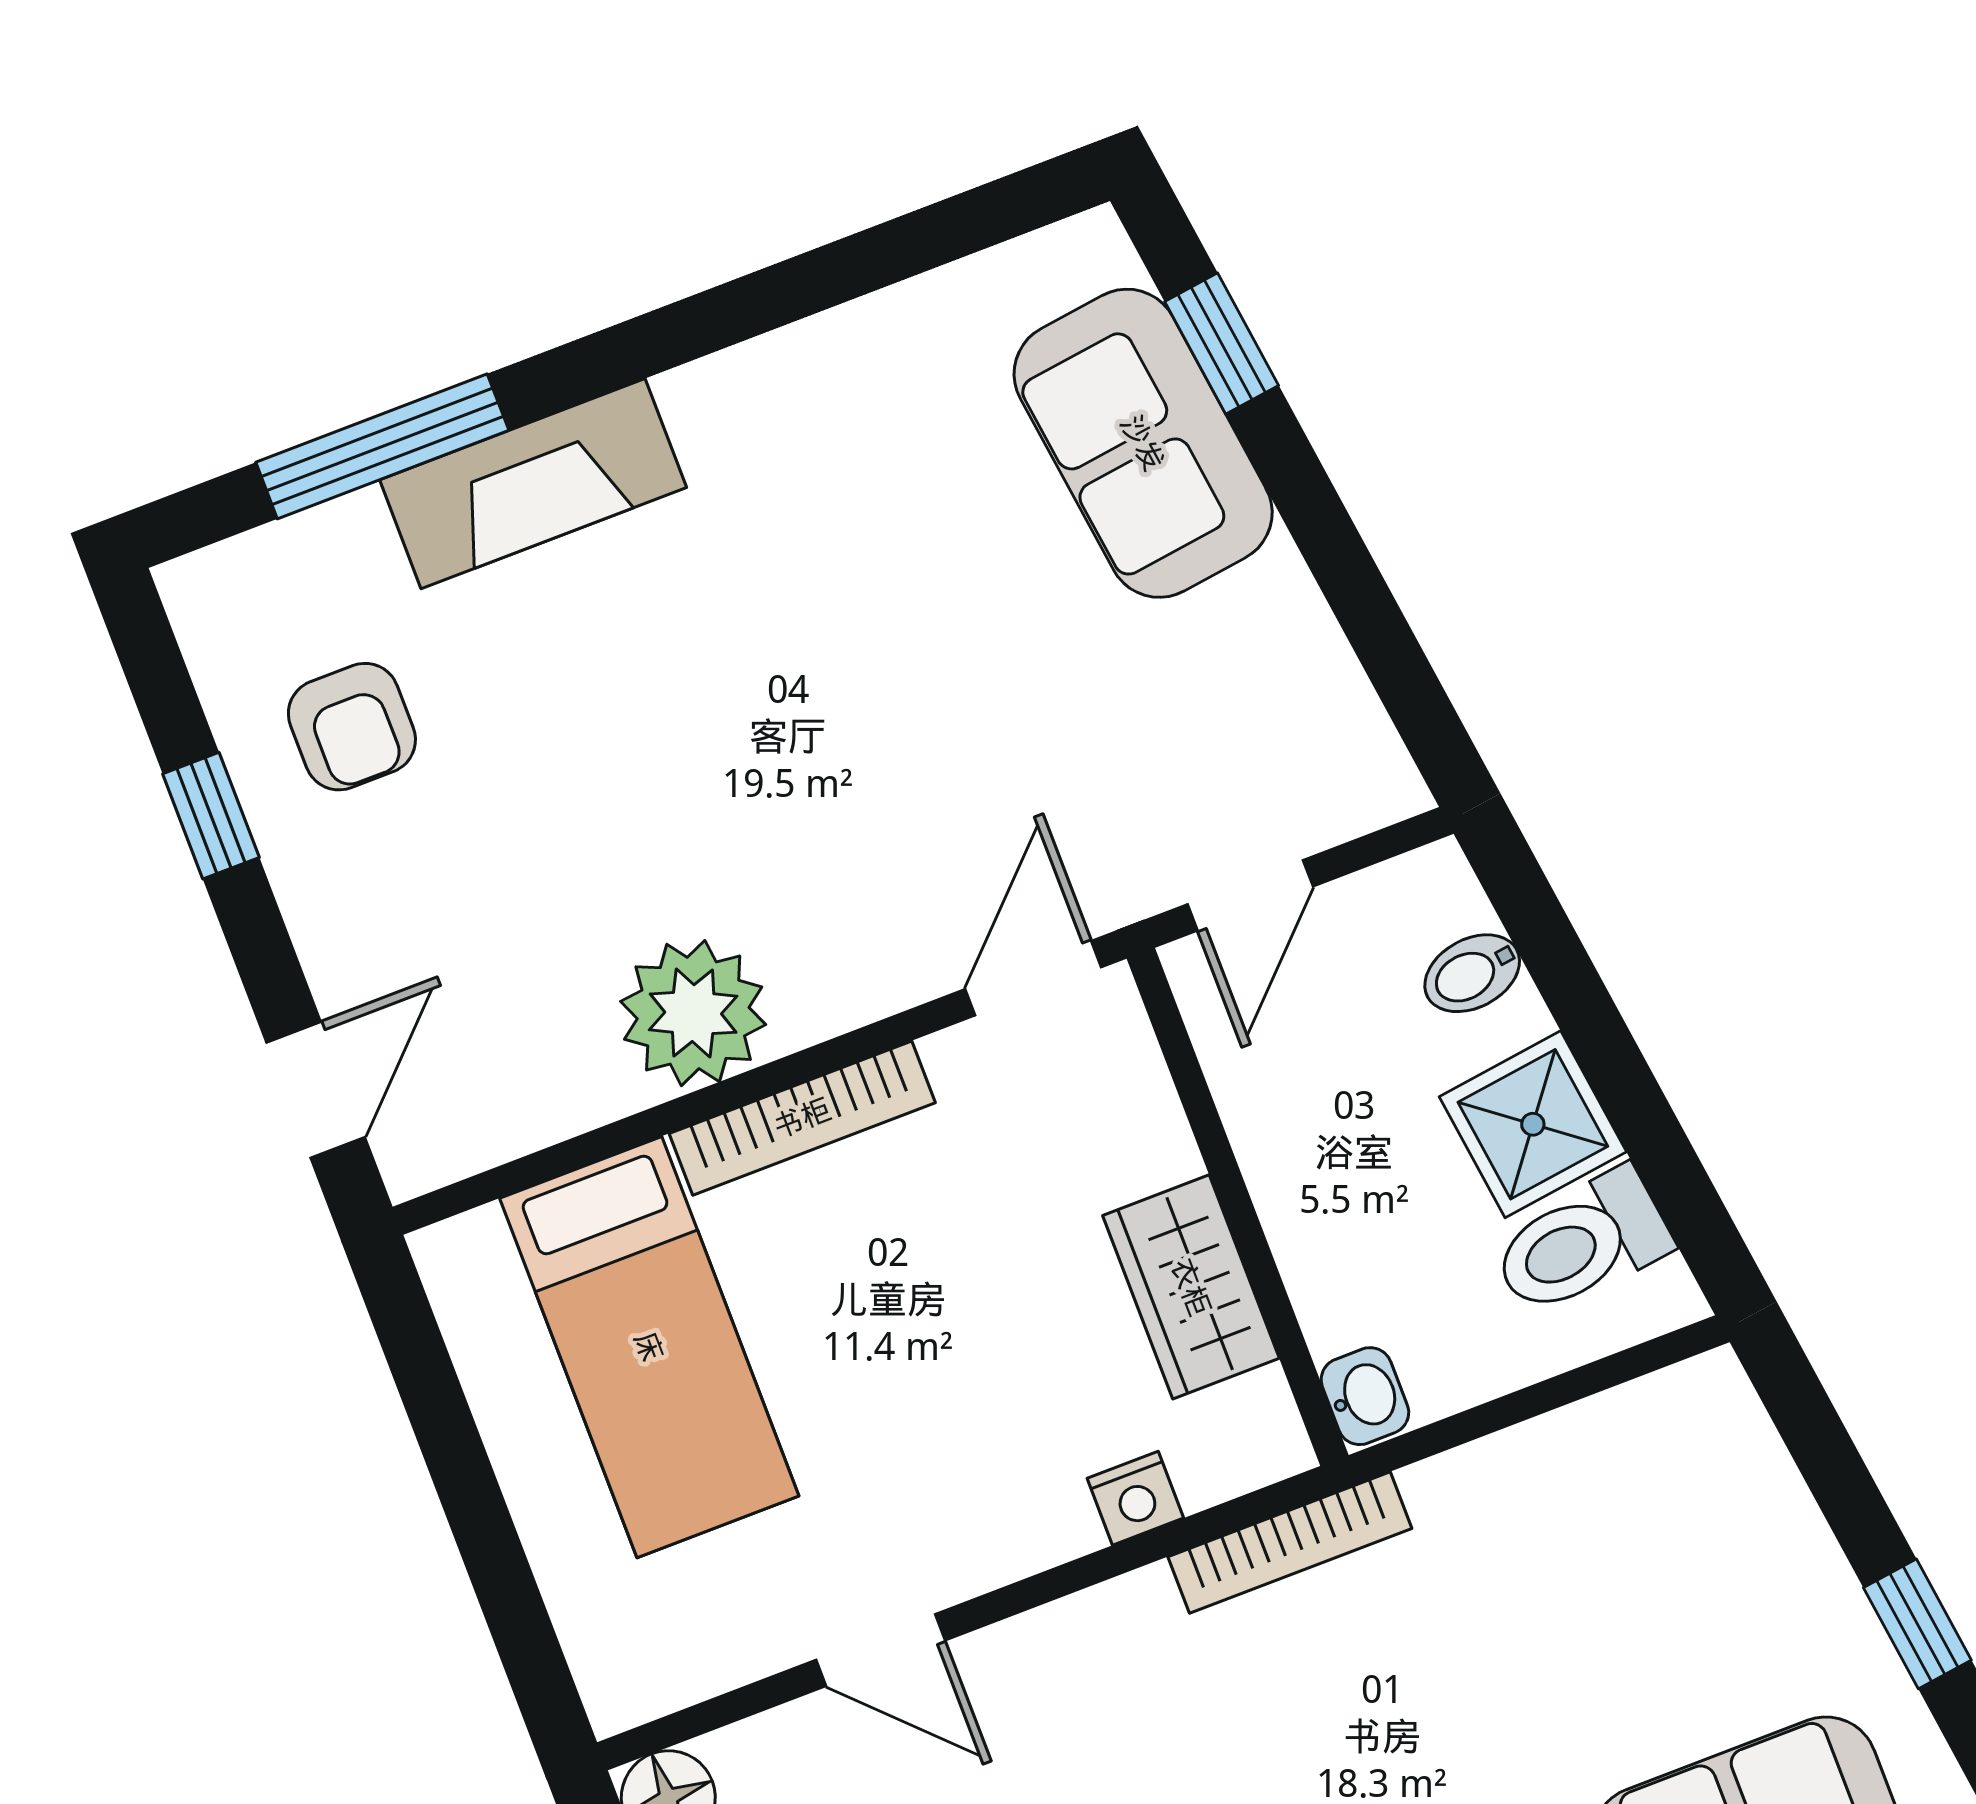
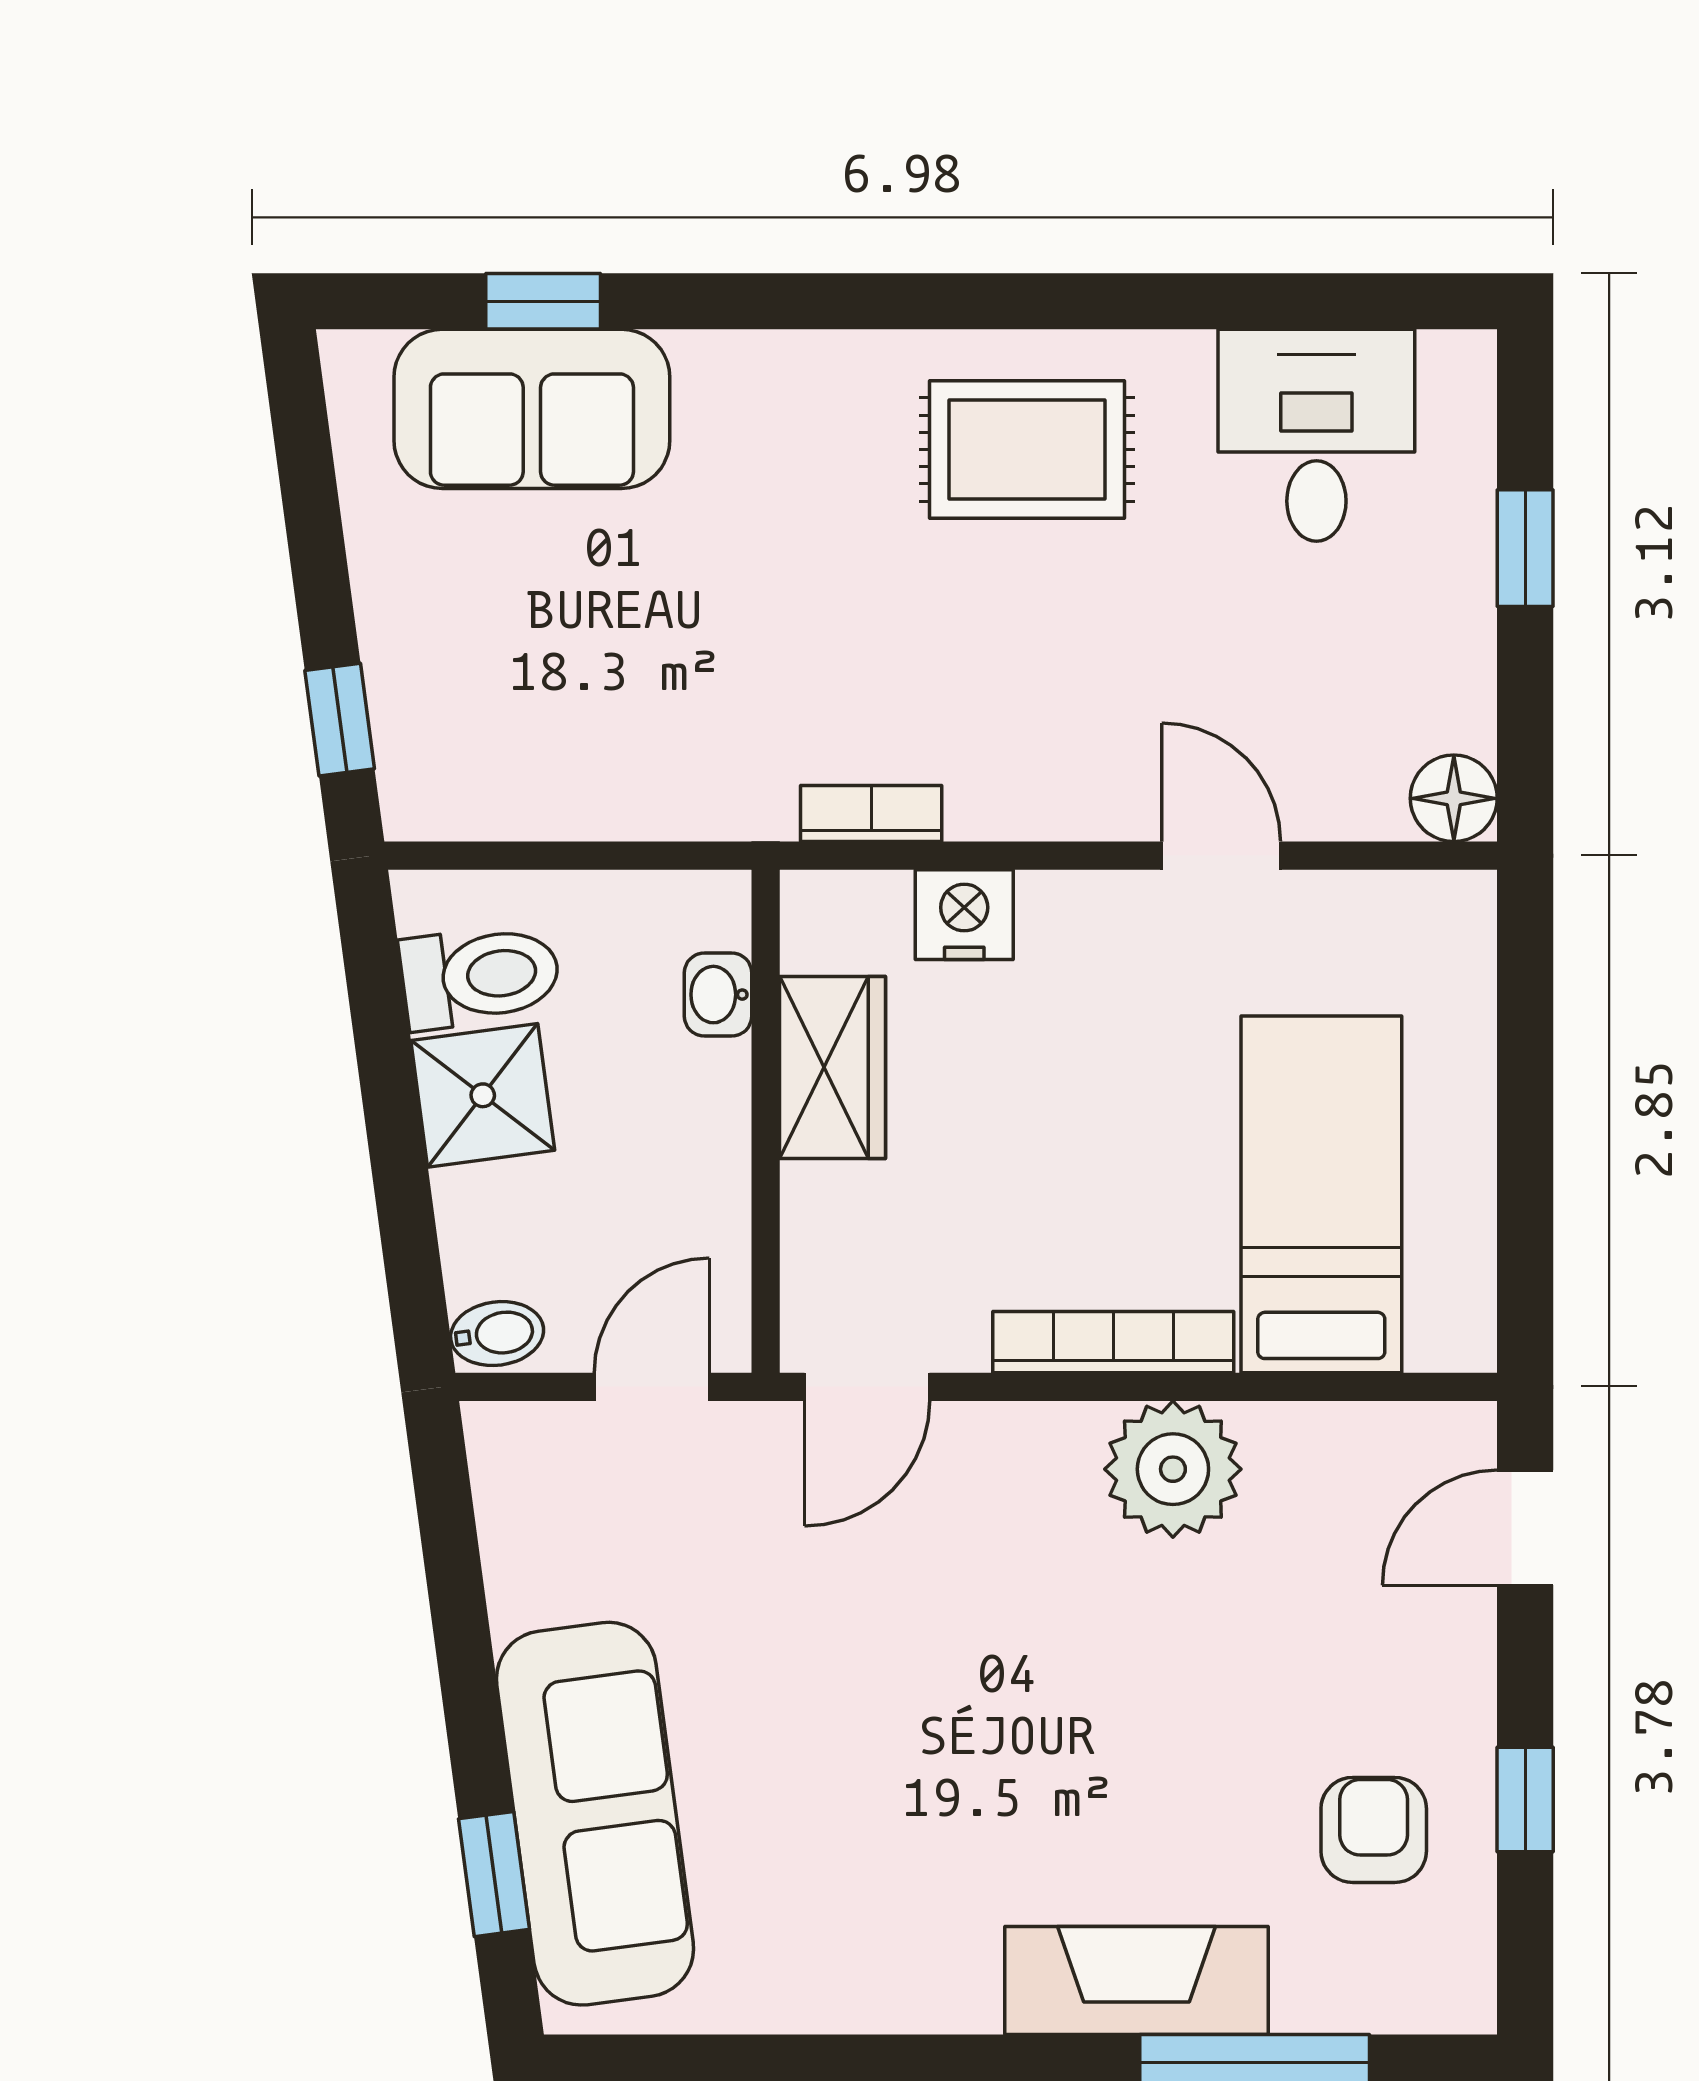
sofa: (1143, 443) -> (595, 1814), width x1.36
bidet: (1472, 973) -> (497, 1334), moved
washbasin: (1365, 1396) -> (718, 995), moved
nightstand: (1135, 1498) -> (964, 915), width x1.39, depth x1.35
bookcase: (1290, 1543) -> (871, 814), width x0.64
window: (1917, 1624) -> (340, 720), moved

